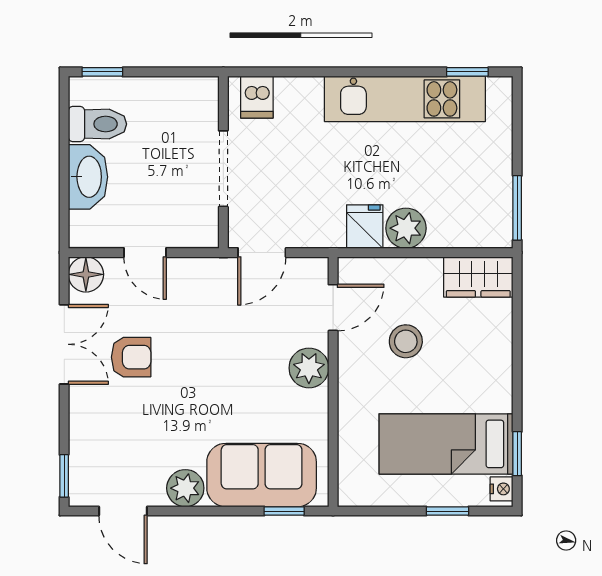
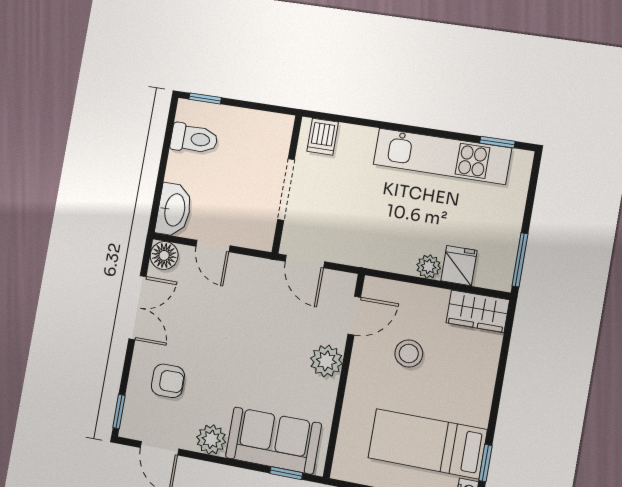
washbasin: (88, 177) -> (174, 210), moved
fridge: (365, 227) -> (459, 266), moved
plant: (406, 228) -> (429, 266), width x0.73, depth x0.73
door: (262, 253) -> (305, 261), hinge flipped
armchair: (131, 357) -> (168, 381), moved

